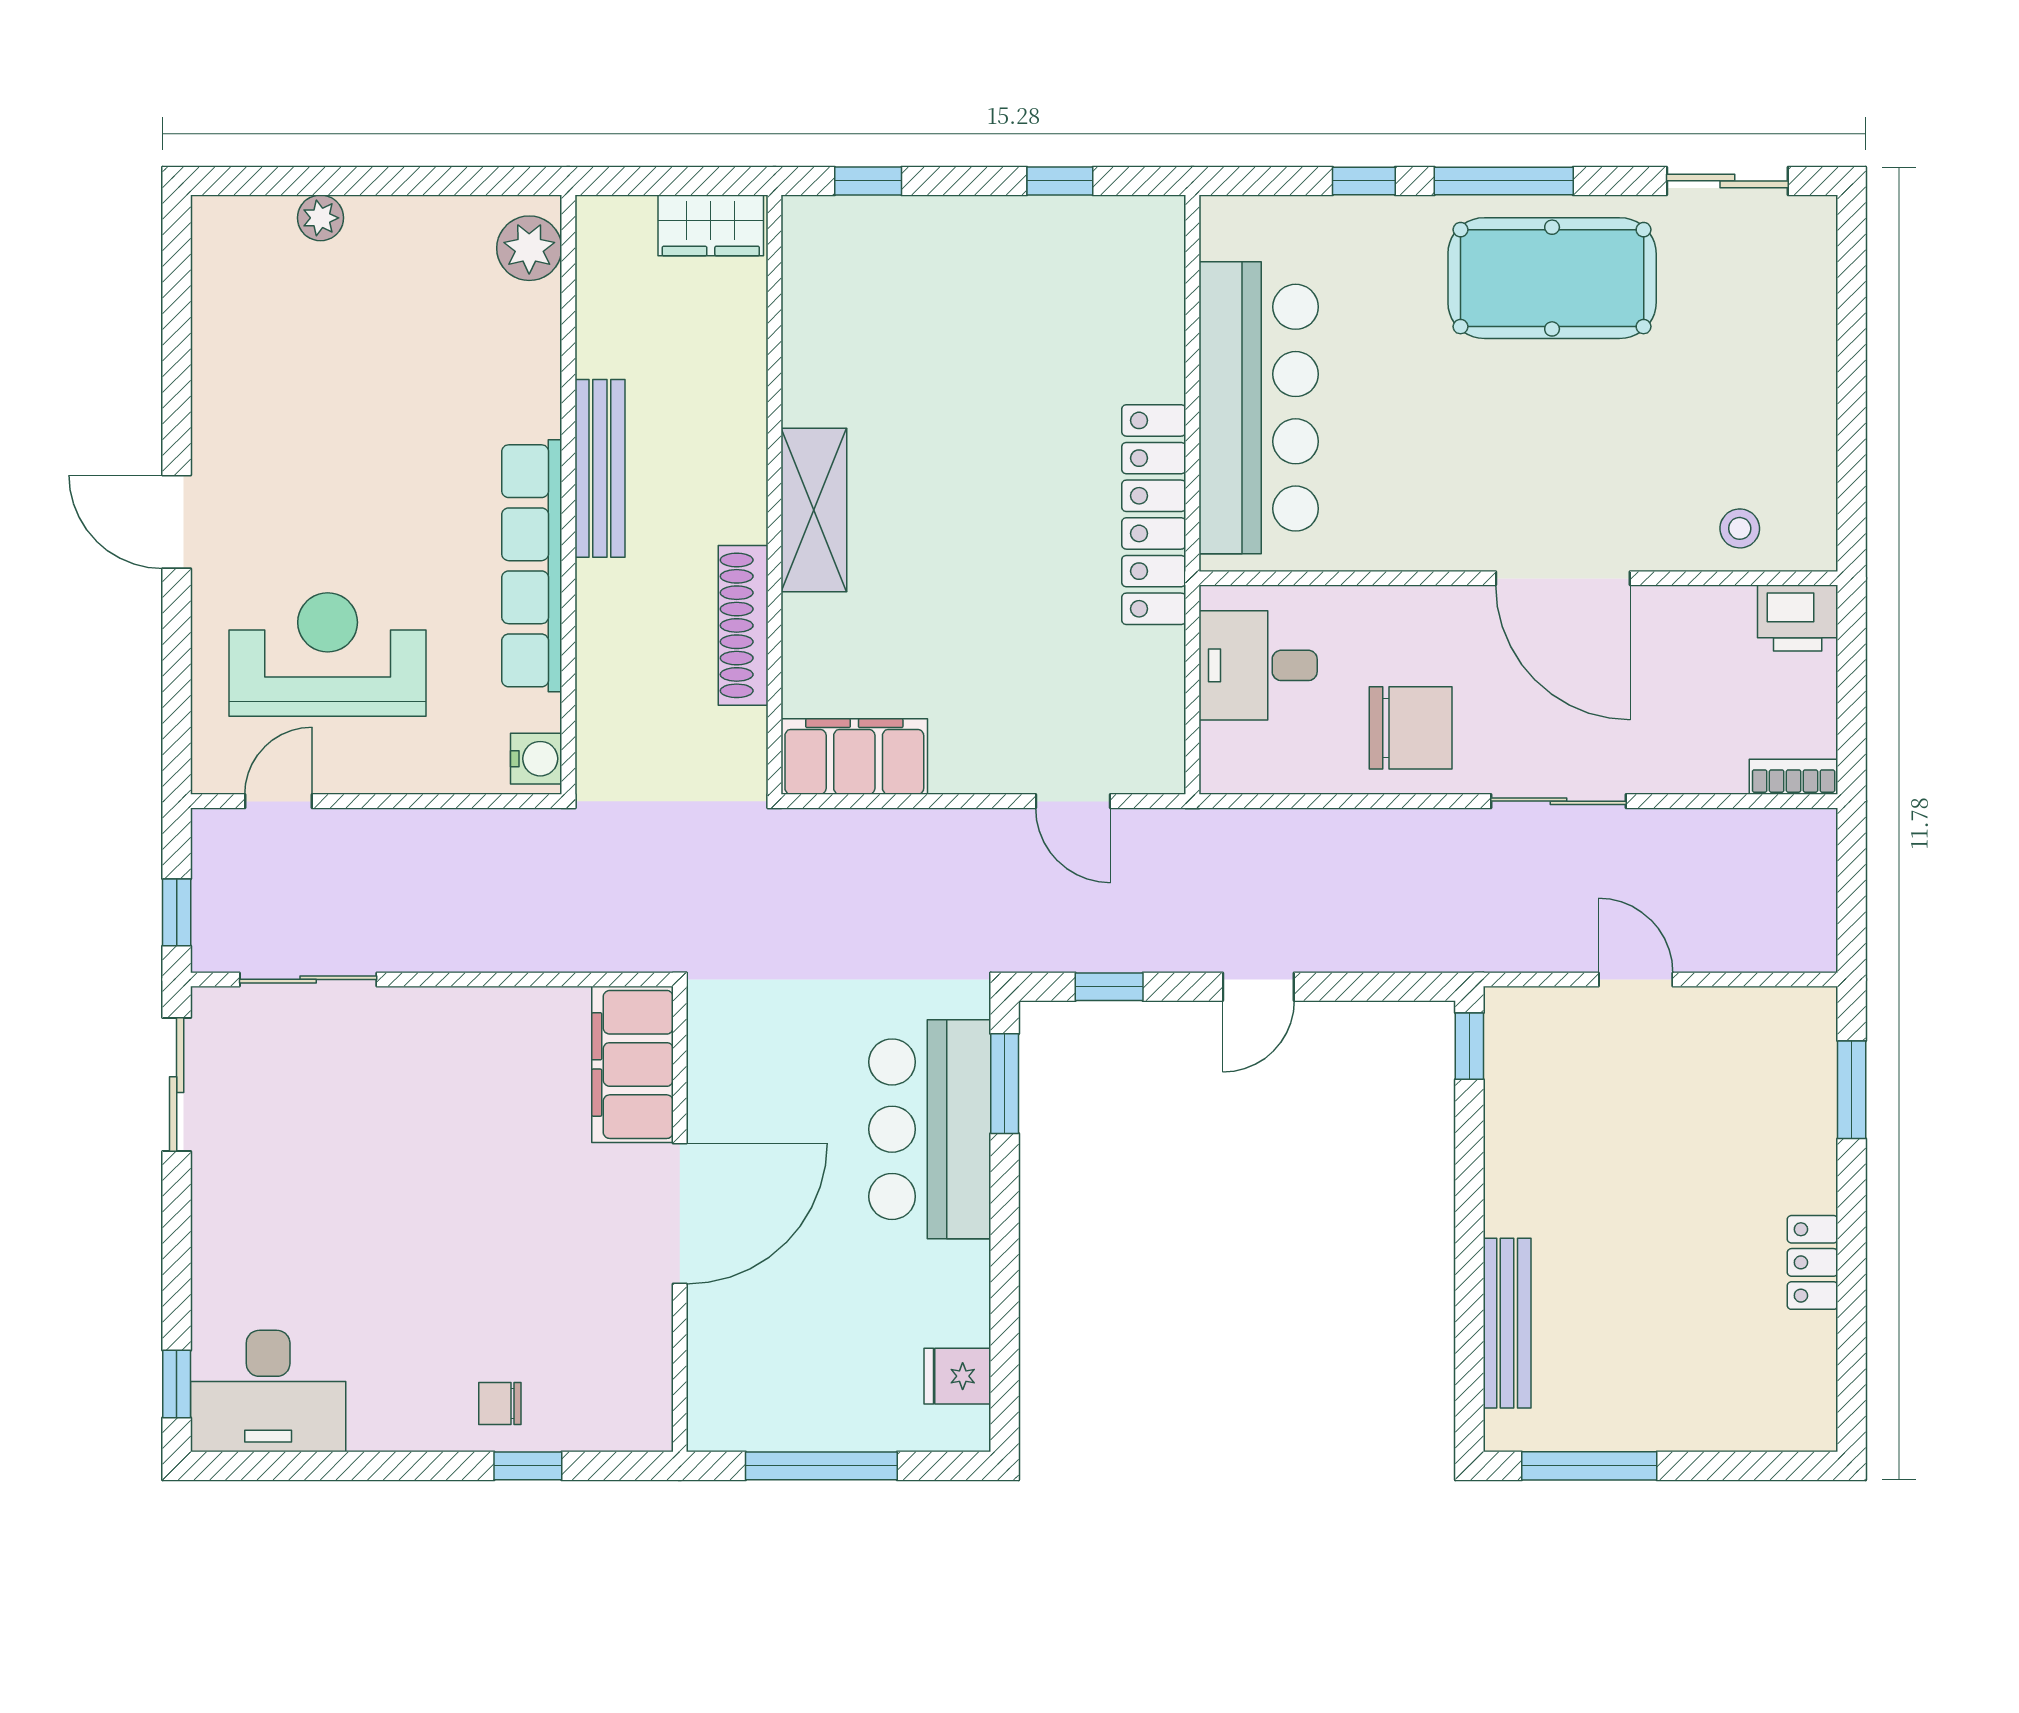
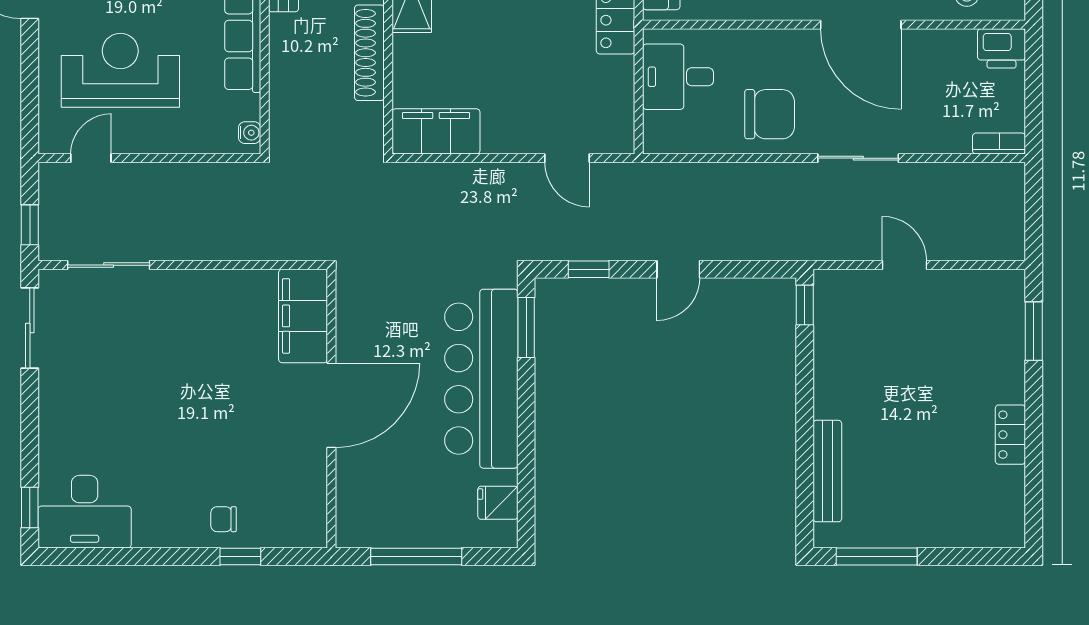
water cooler: (536, 759) -> (250, 133), width x0.72, depth x0.72
bar counter: (930, 1129) -> (481, 379), width x1.36

